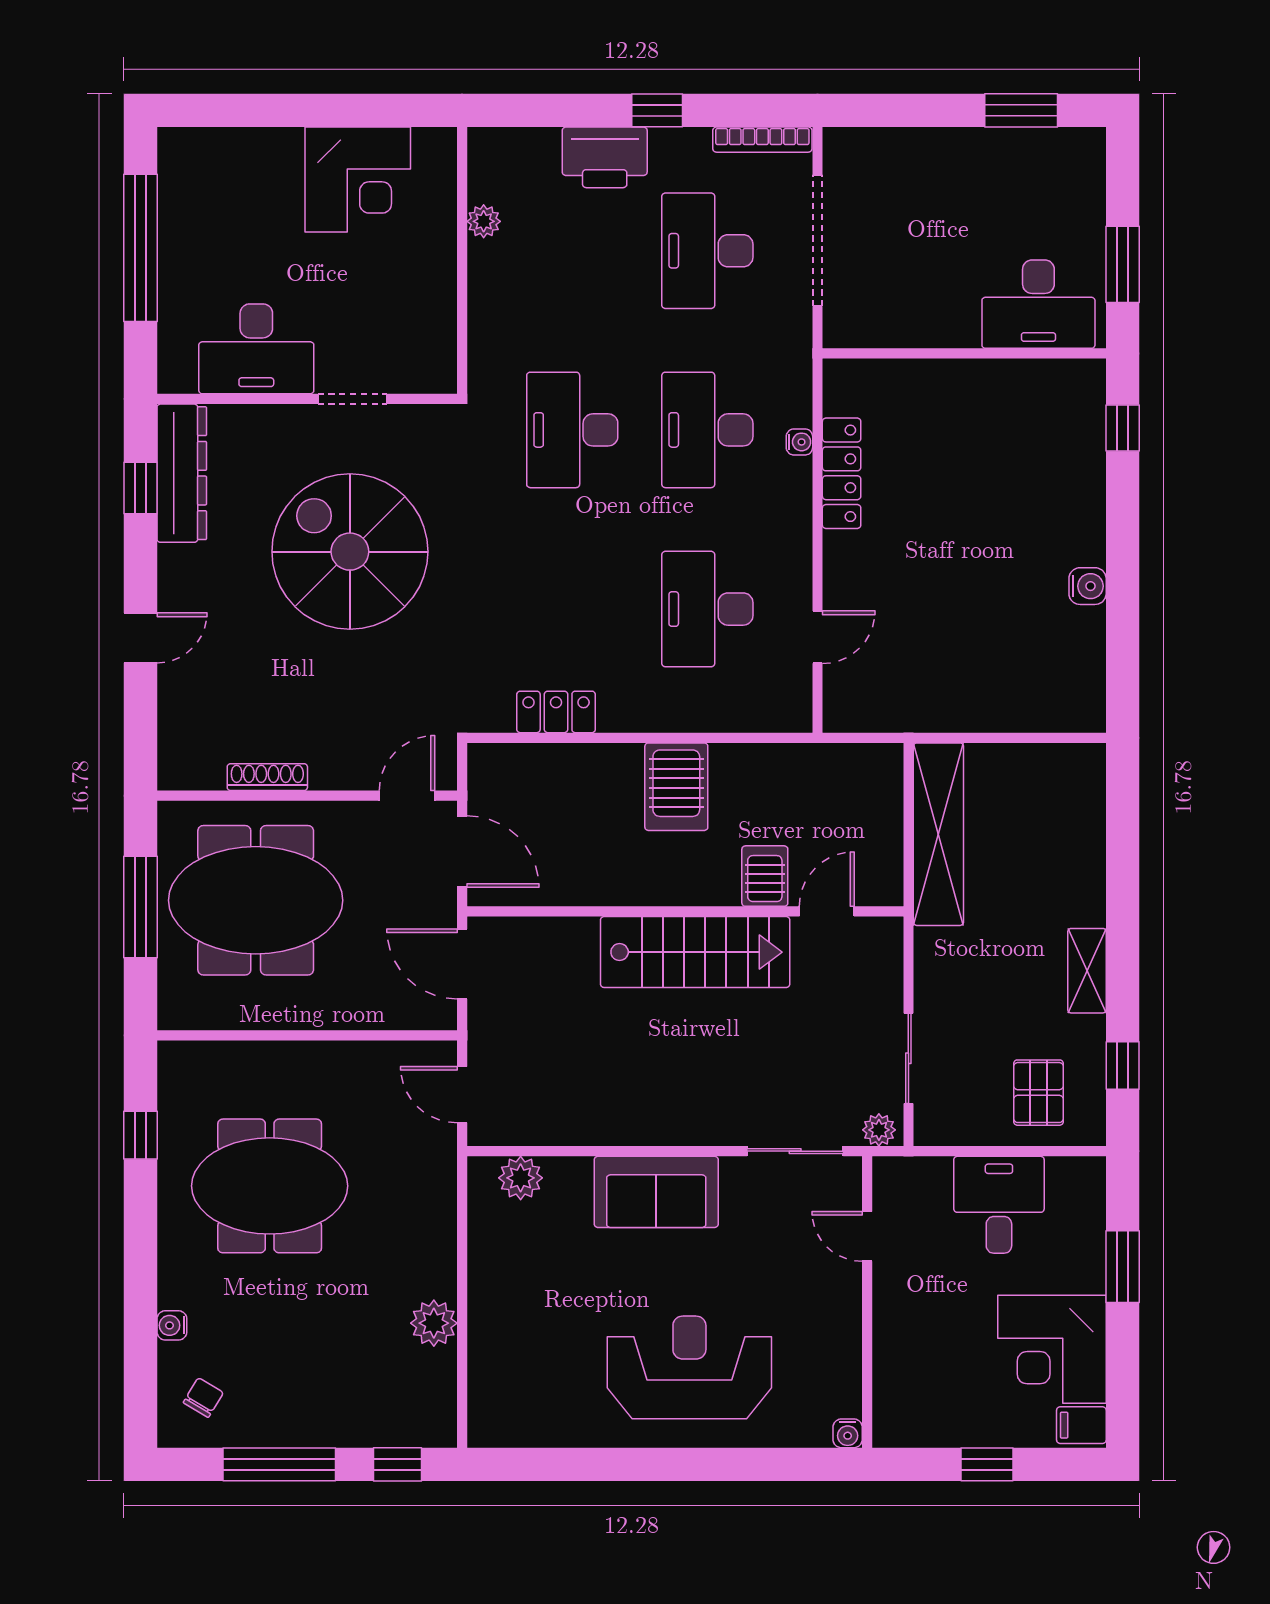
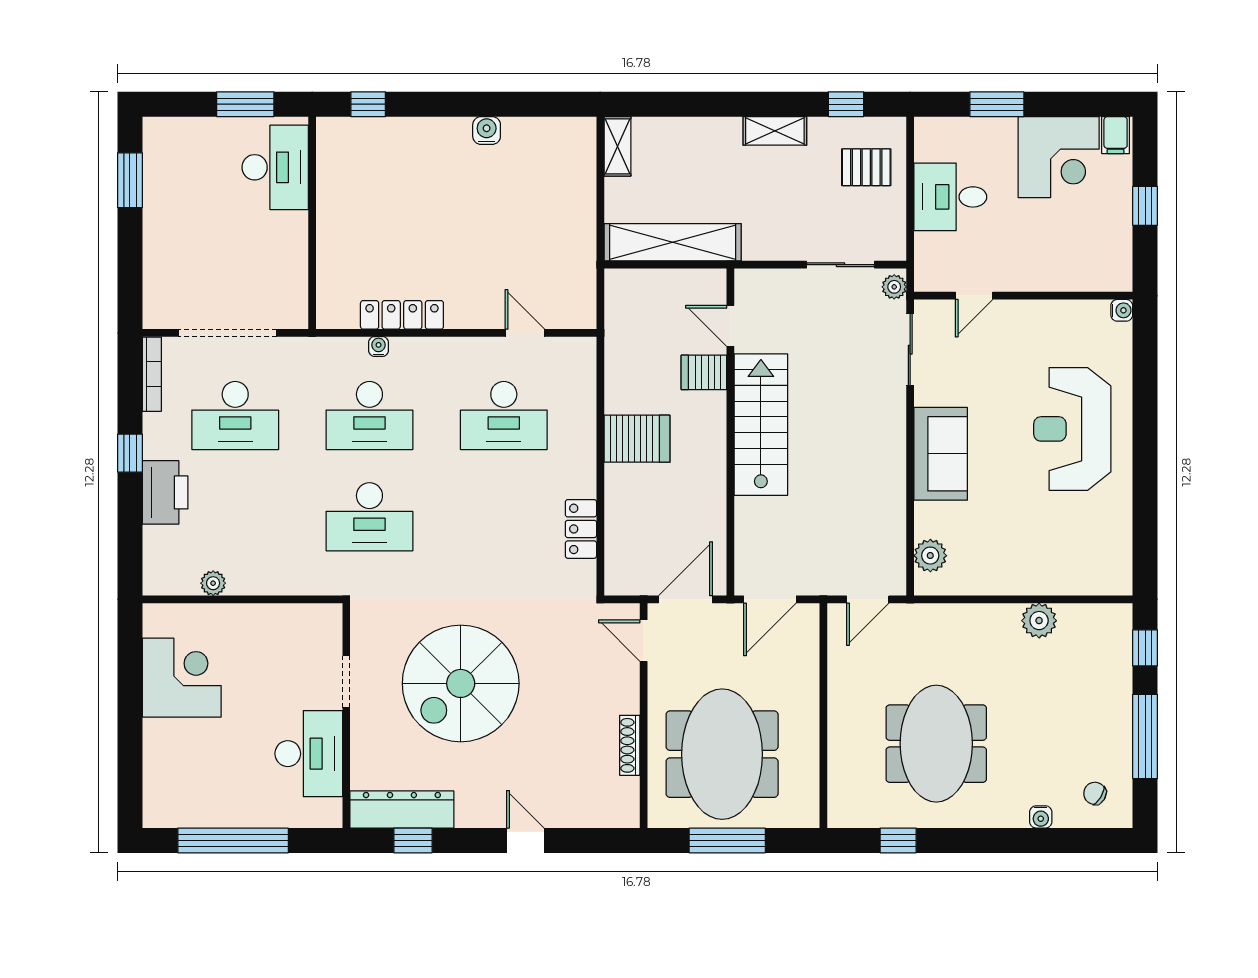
shelving: (1066, 761) -> (617, 146), added

